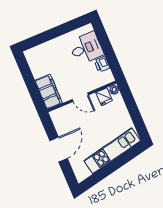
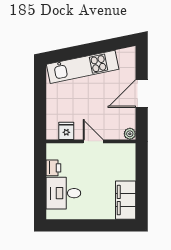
plant: (114, 90) -> (130, 134), moved
filing cabinet: (49, 92) -> (126, 200), moved

